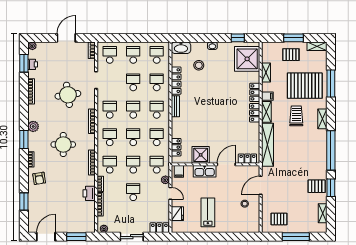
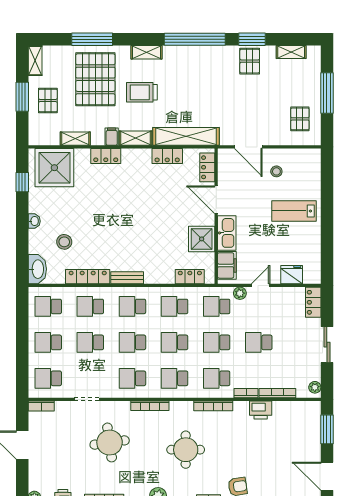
locker: (255, 113) -> (167, 156), moved
filing cabinet: (179, 171) -> (227, 265), width x2.00
lab bench: (208, 212) -> (294, 211), moved

